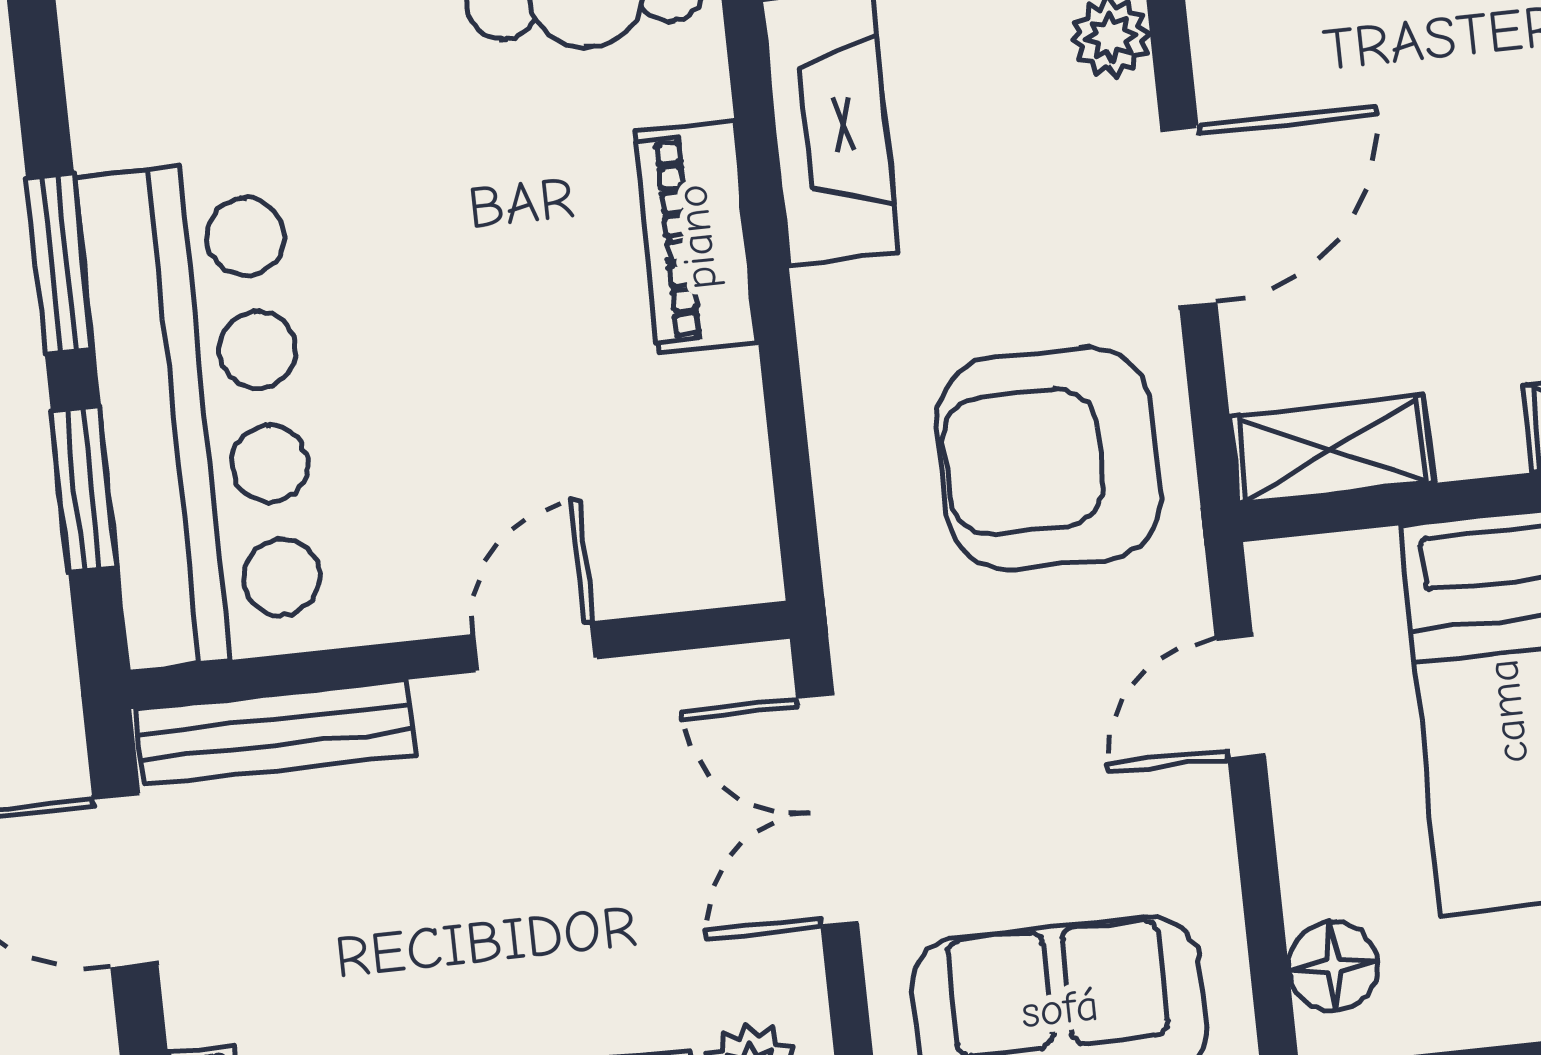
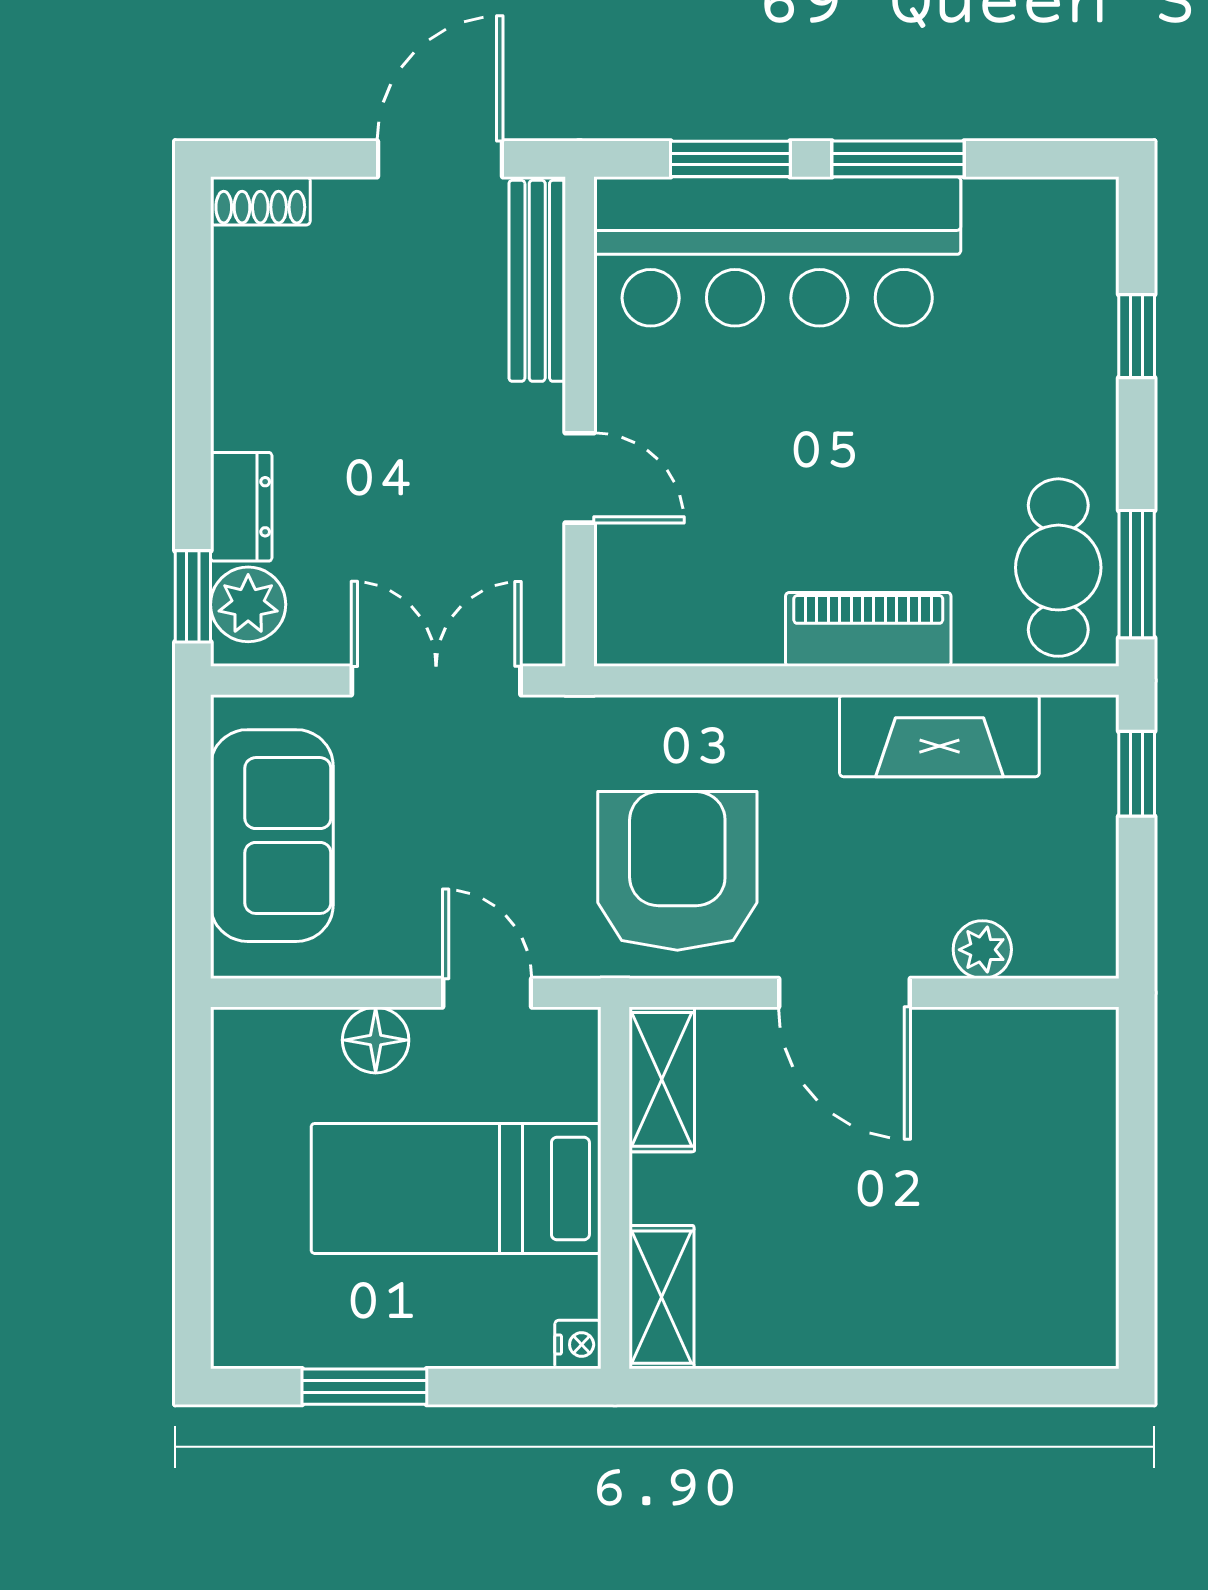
floor lamp: (1333, 966) -> (376, 1040), moved

